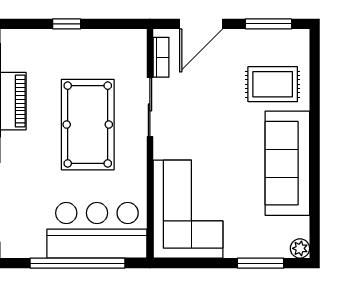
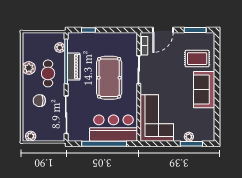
window: (67, 24) -> (88, 30), moved
sofa: (287, 163) -> (204, 90), width x0.73
plant: (300, 248) -> (189, 137), moved

